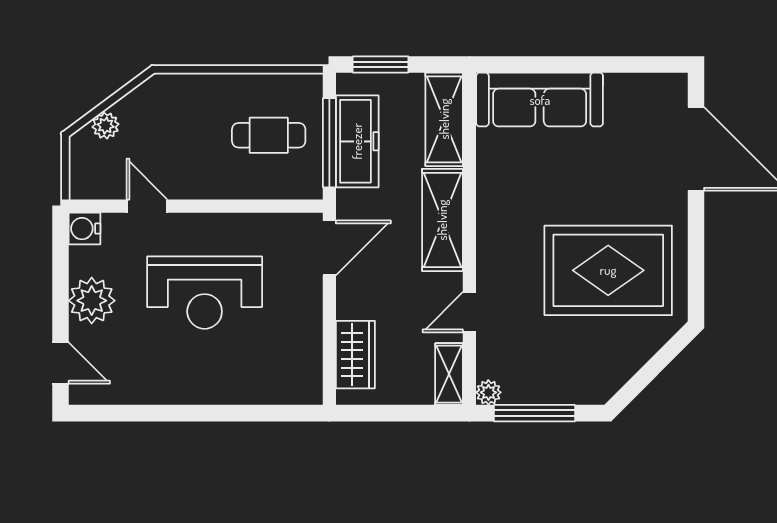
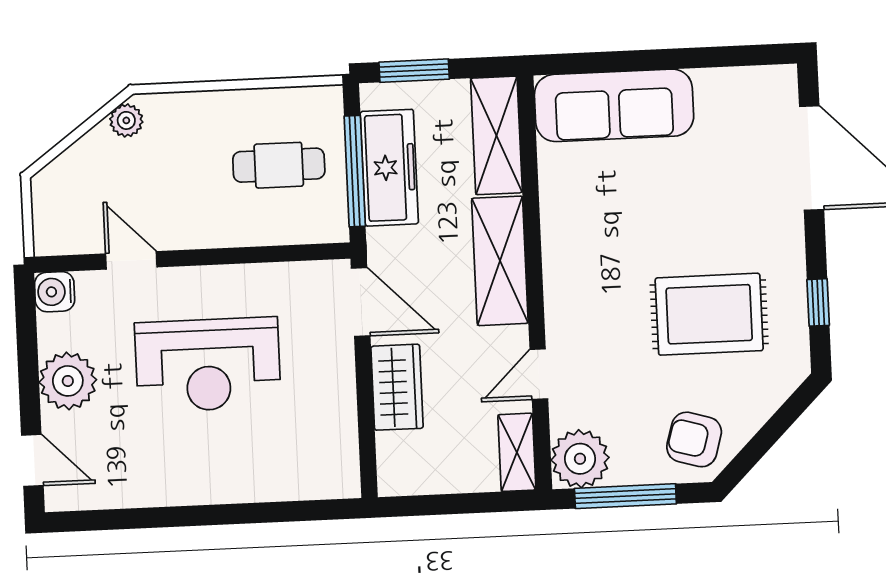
plant: (106, 126) -> (126, 120), moved
door: (329, 248) -> (361, 302), hinge flipped
window: (696, 265) -> (818, 302), added
rug: (608, 270) -> (709, 314), width x0.73, depth x0.69
wardrobe: (355, 355) -> (397, 387), moved
armchair: (592, 370) -> (694, 439), added
plant: (488, 392) -> (580, 459), width x1.88, depth x1.88

